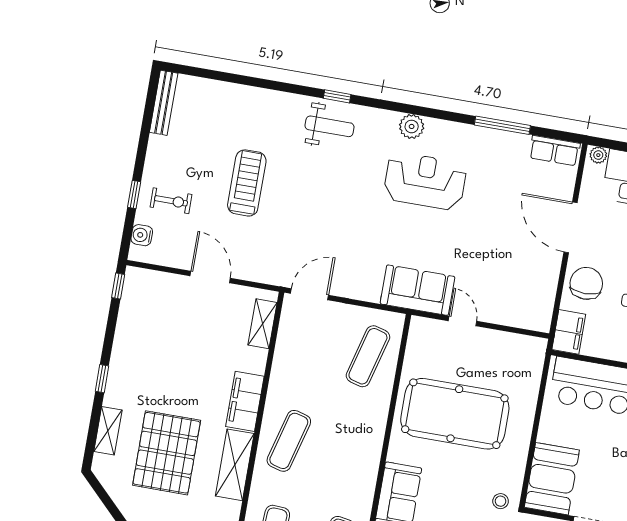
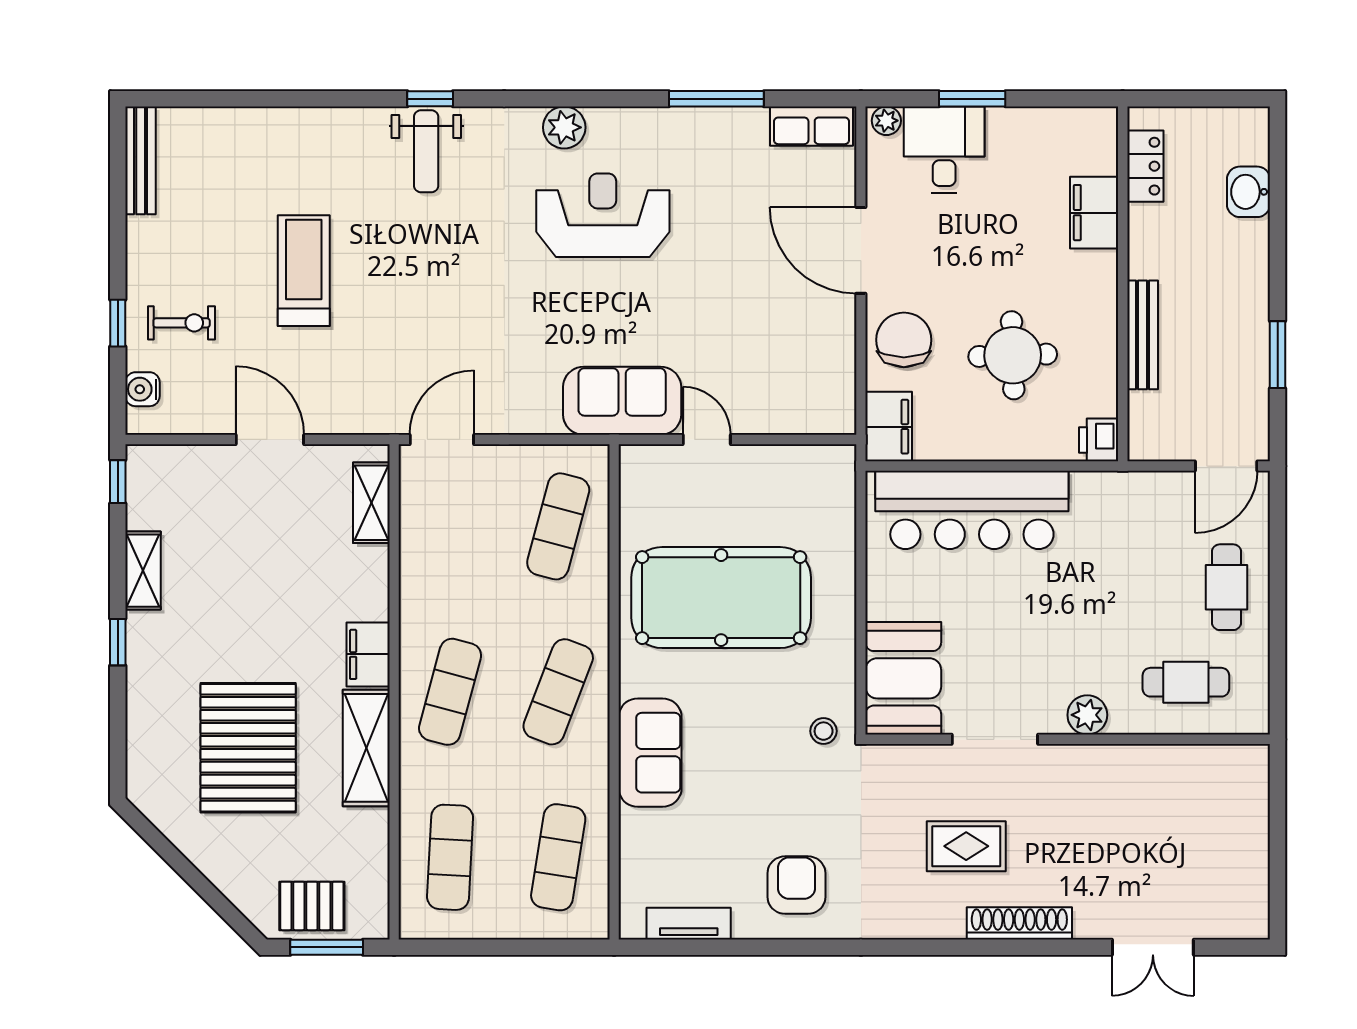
weight bench: (330, 126) -> (426, 151), turned 90
filing cabinet: (245, 401) -> (368, 654), width x0.67, depth x0.86
shelving: (108, 431) -> (143, 571), moved
exercise mat: (351, 452) -> (558, 692), added

